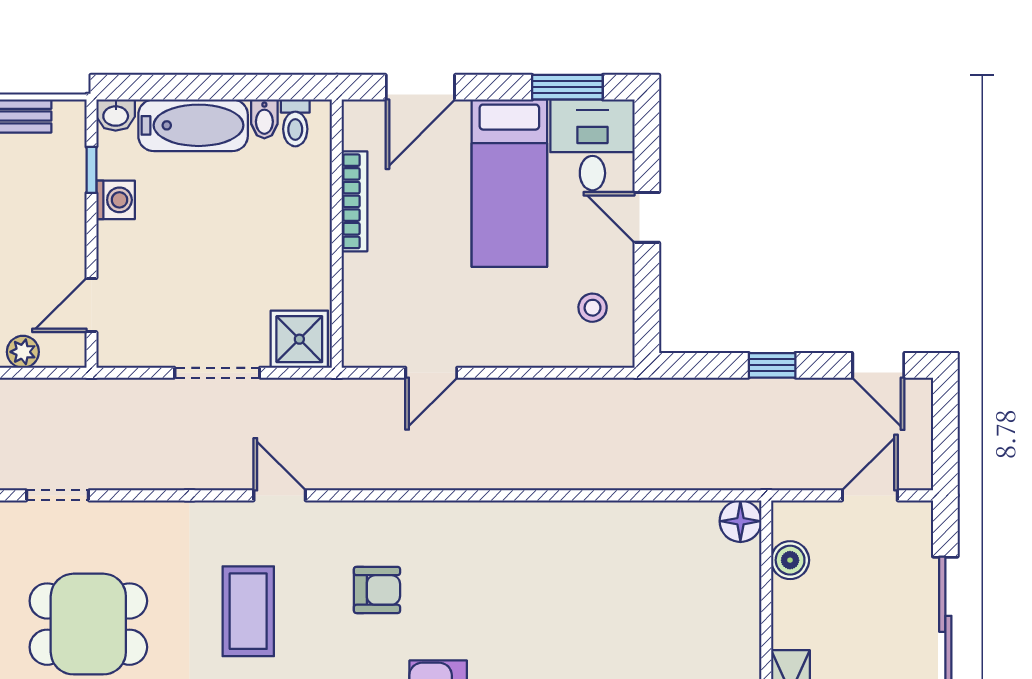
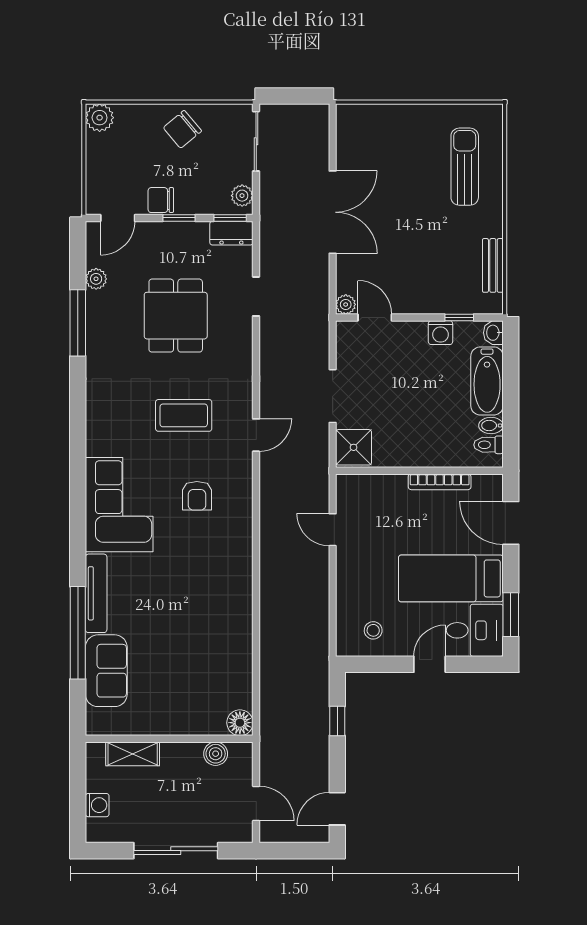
plant: (23, 352) -> (346, 304), moved
window: (772, 365) -> (337, 721), moved

